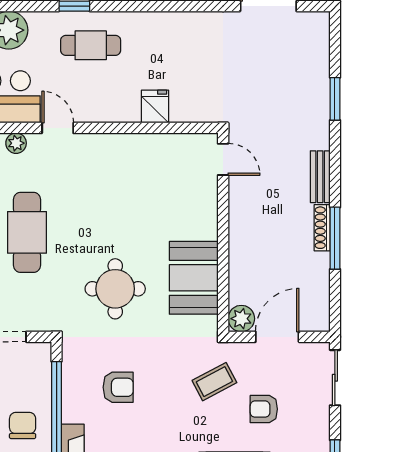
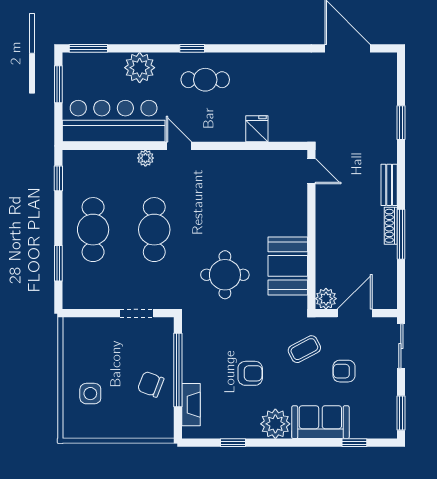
armchair: (118, 387) -> (250, 373), moved
chair: (23, 425) -> (151, 384), turned -69

